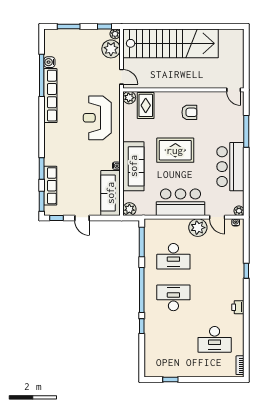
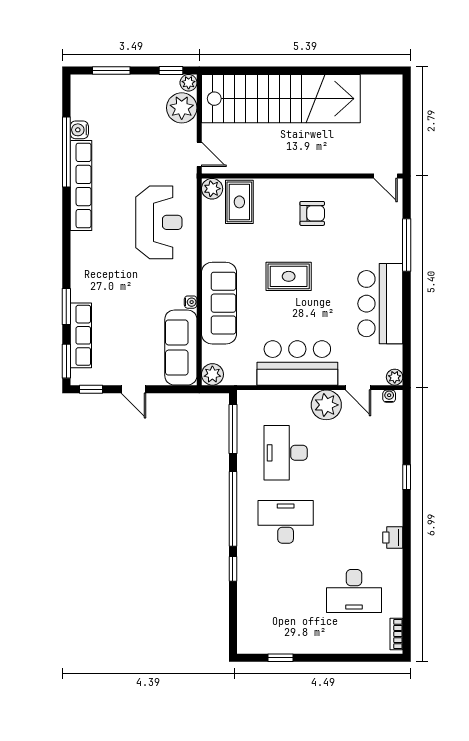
reception desk: (97, 118) -> (159, 222), turned 180
rug: (175, 150) -> (289, 276), width x0.73, depth x0.70
desk: (173, 256) -> (286, 453), turned 90

